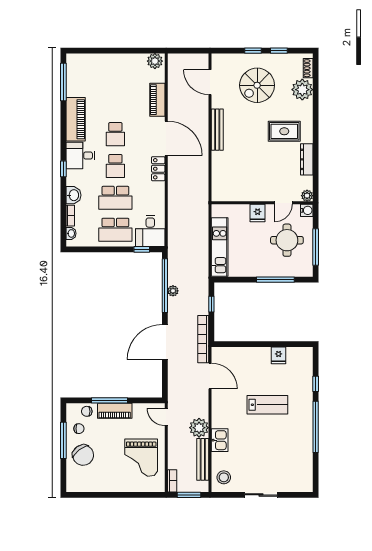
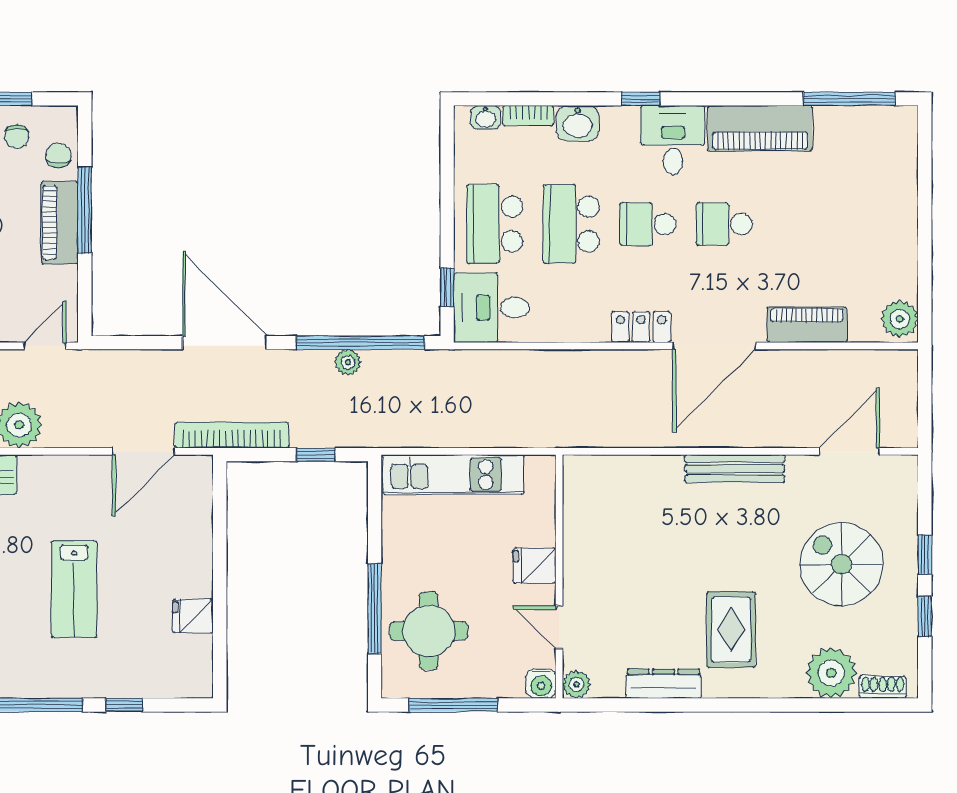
round table: (287, 240) -> (429, 631), moved

